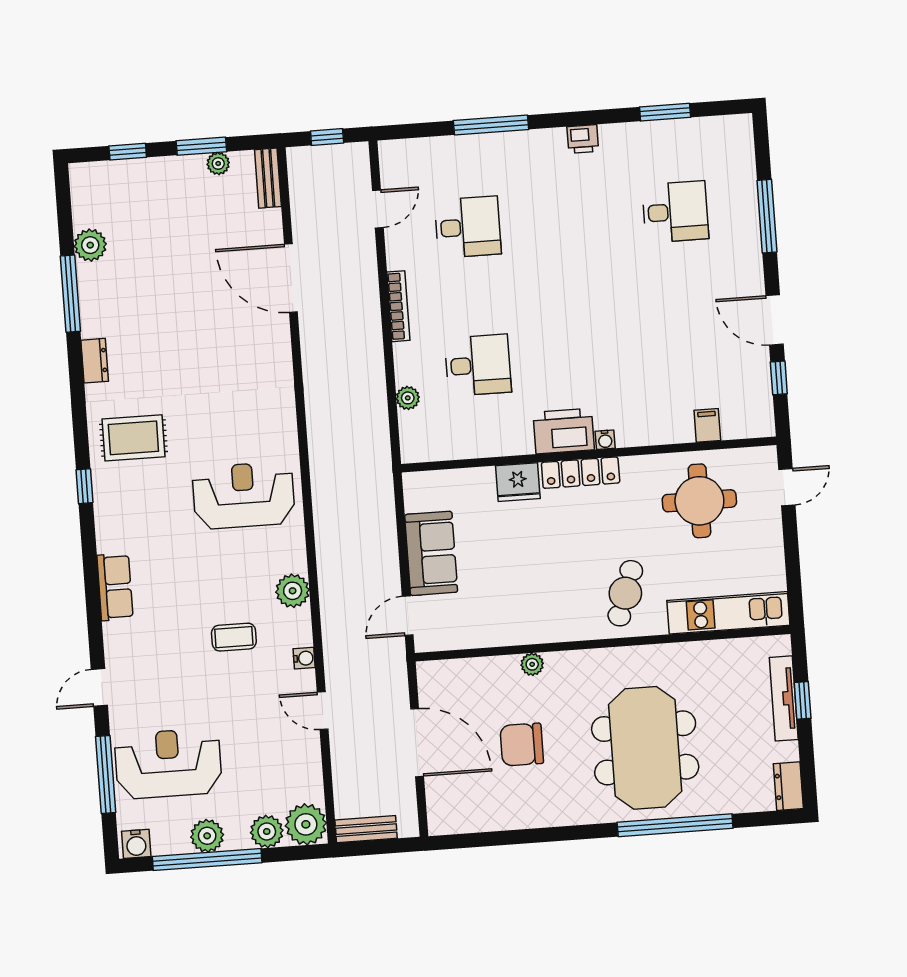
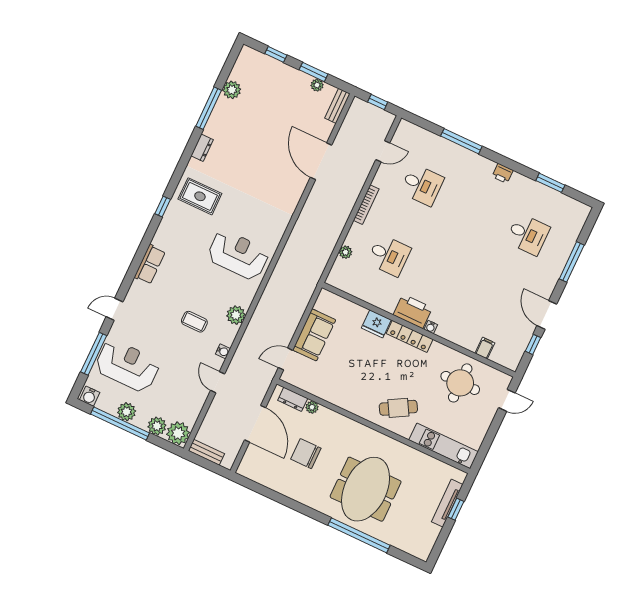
cafe table: (625, 593) -> (398, 408), turned 41
plant: (532, 664) -> (312, 407), moved
dresser: (788, 786) -> (293, 399), moved, turned -90

